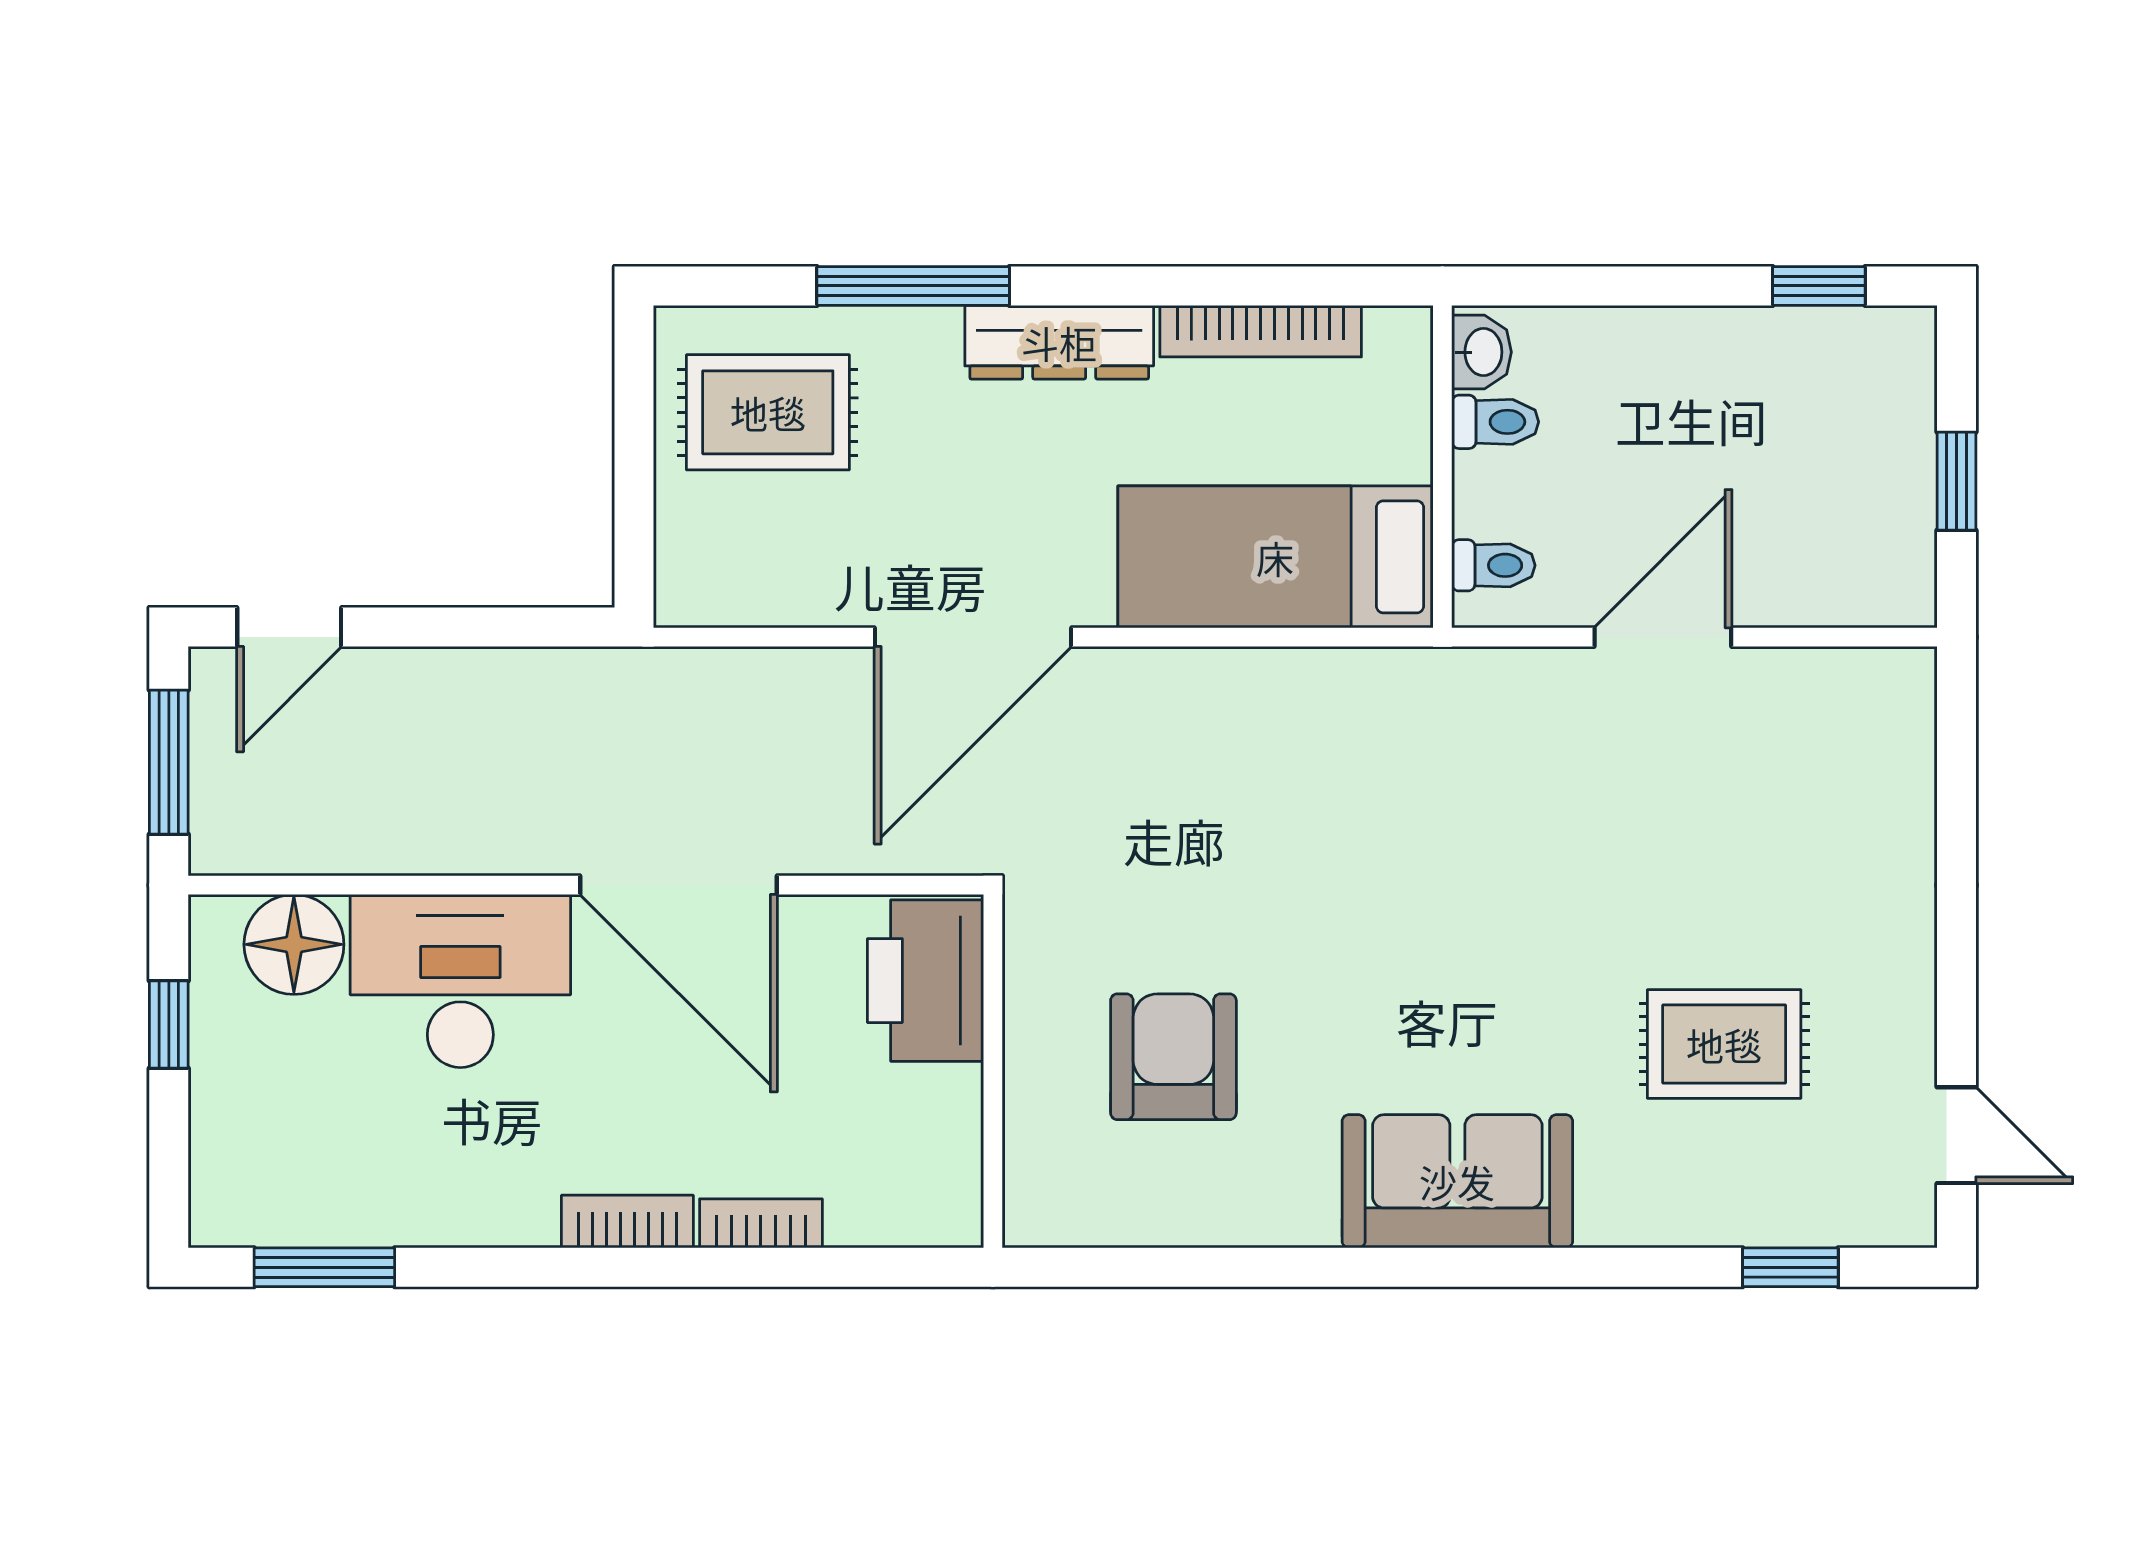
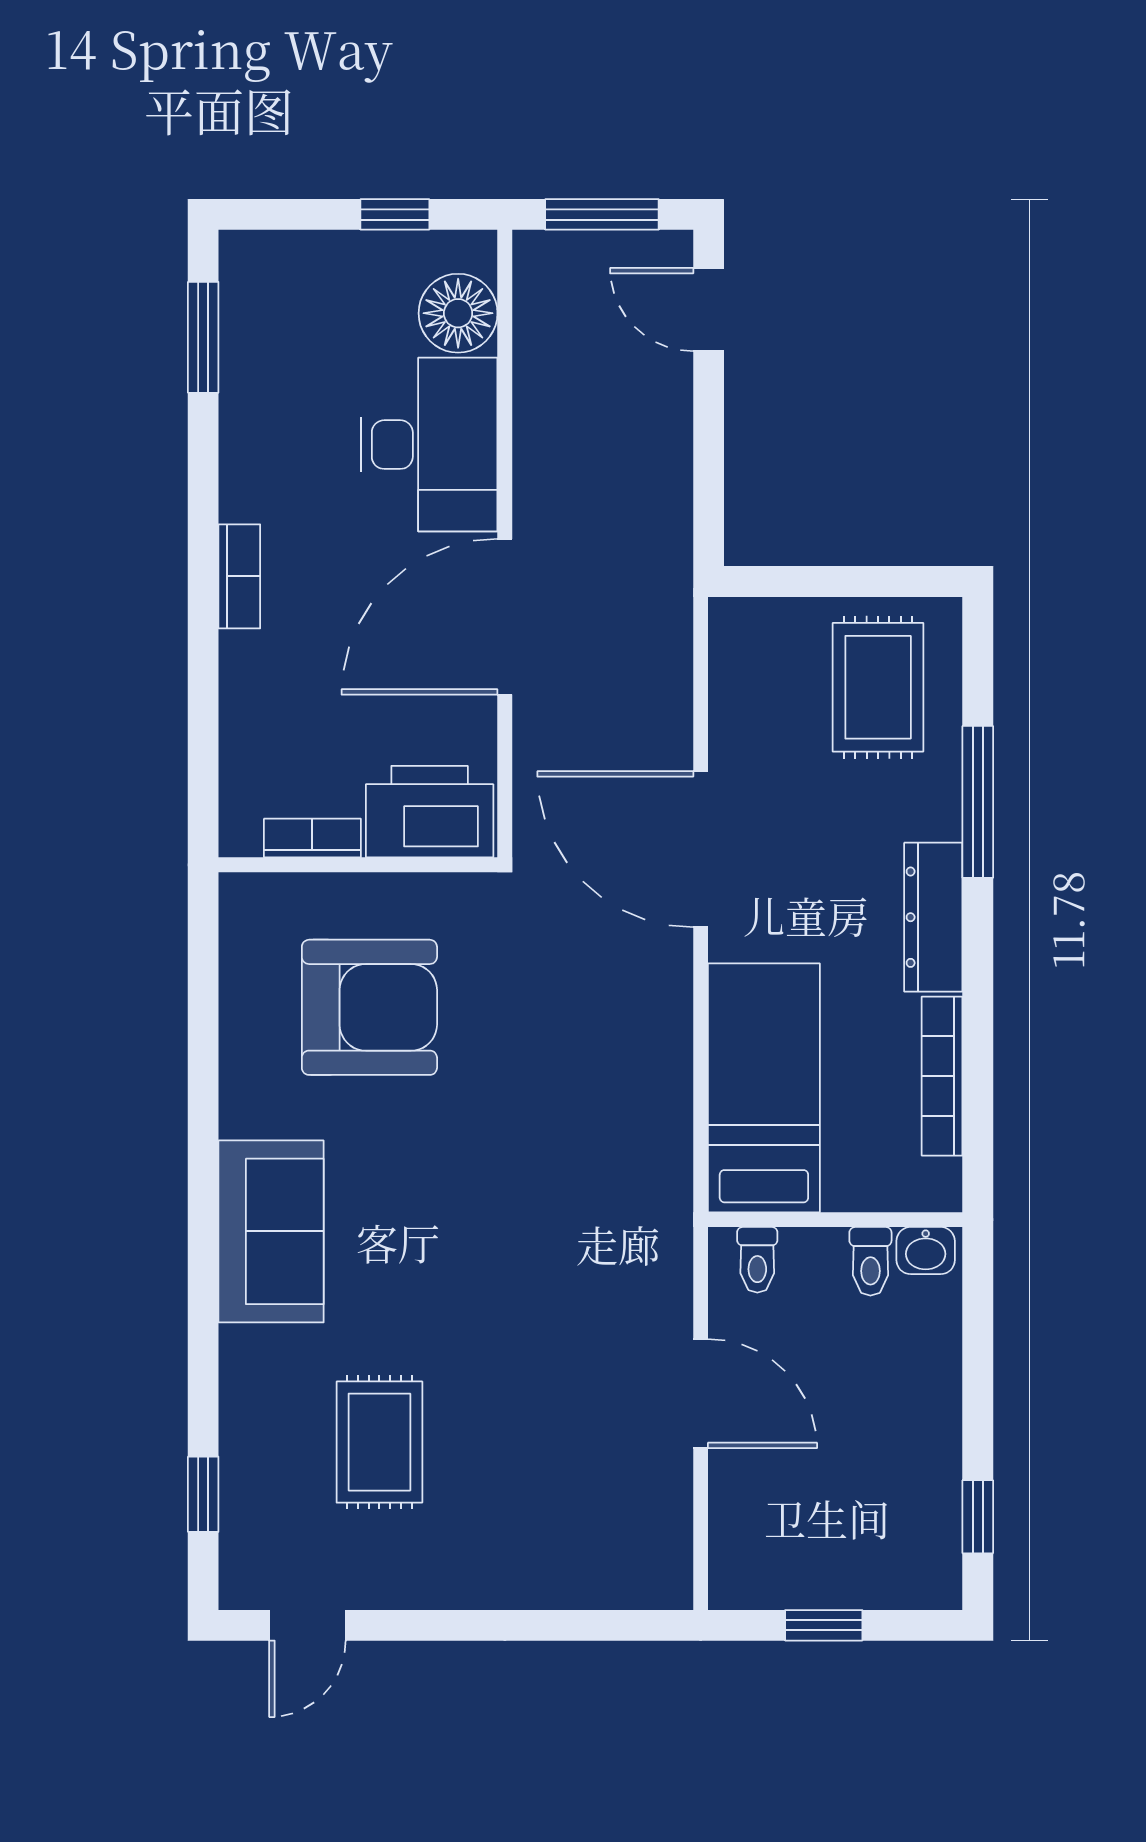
armchair: (1173, 1057) -> (369, 1007), width x1.36, depth x1.36
bookcase: (761, 1223) -> (312, 838), moved, turned -90

